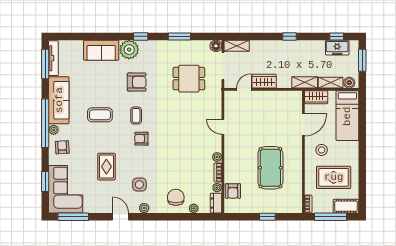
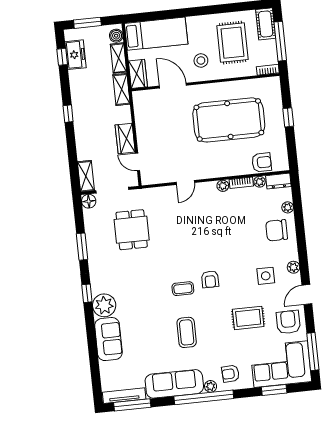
armchair: (137, 82) -> (288, 322), moved
pool table: (270, 168) -> (229, 120), width x1.36, depth x1.32

